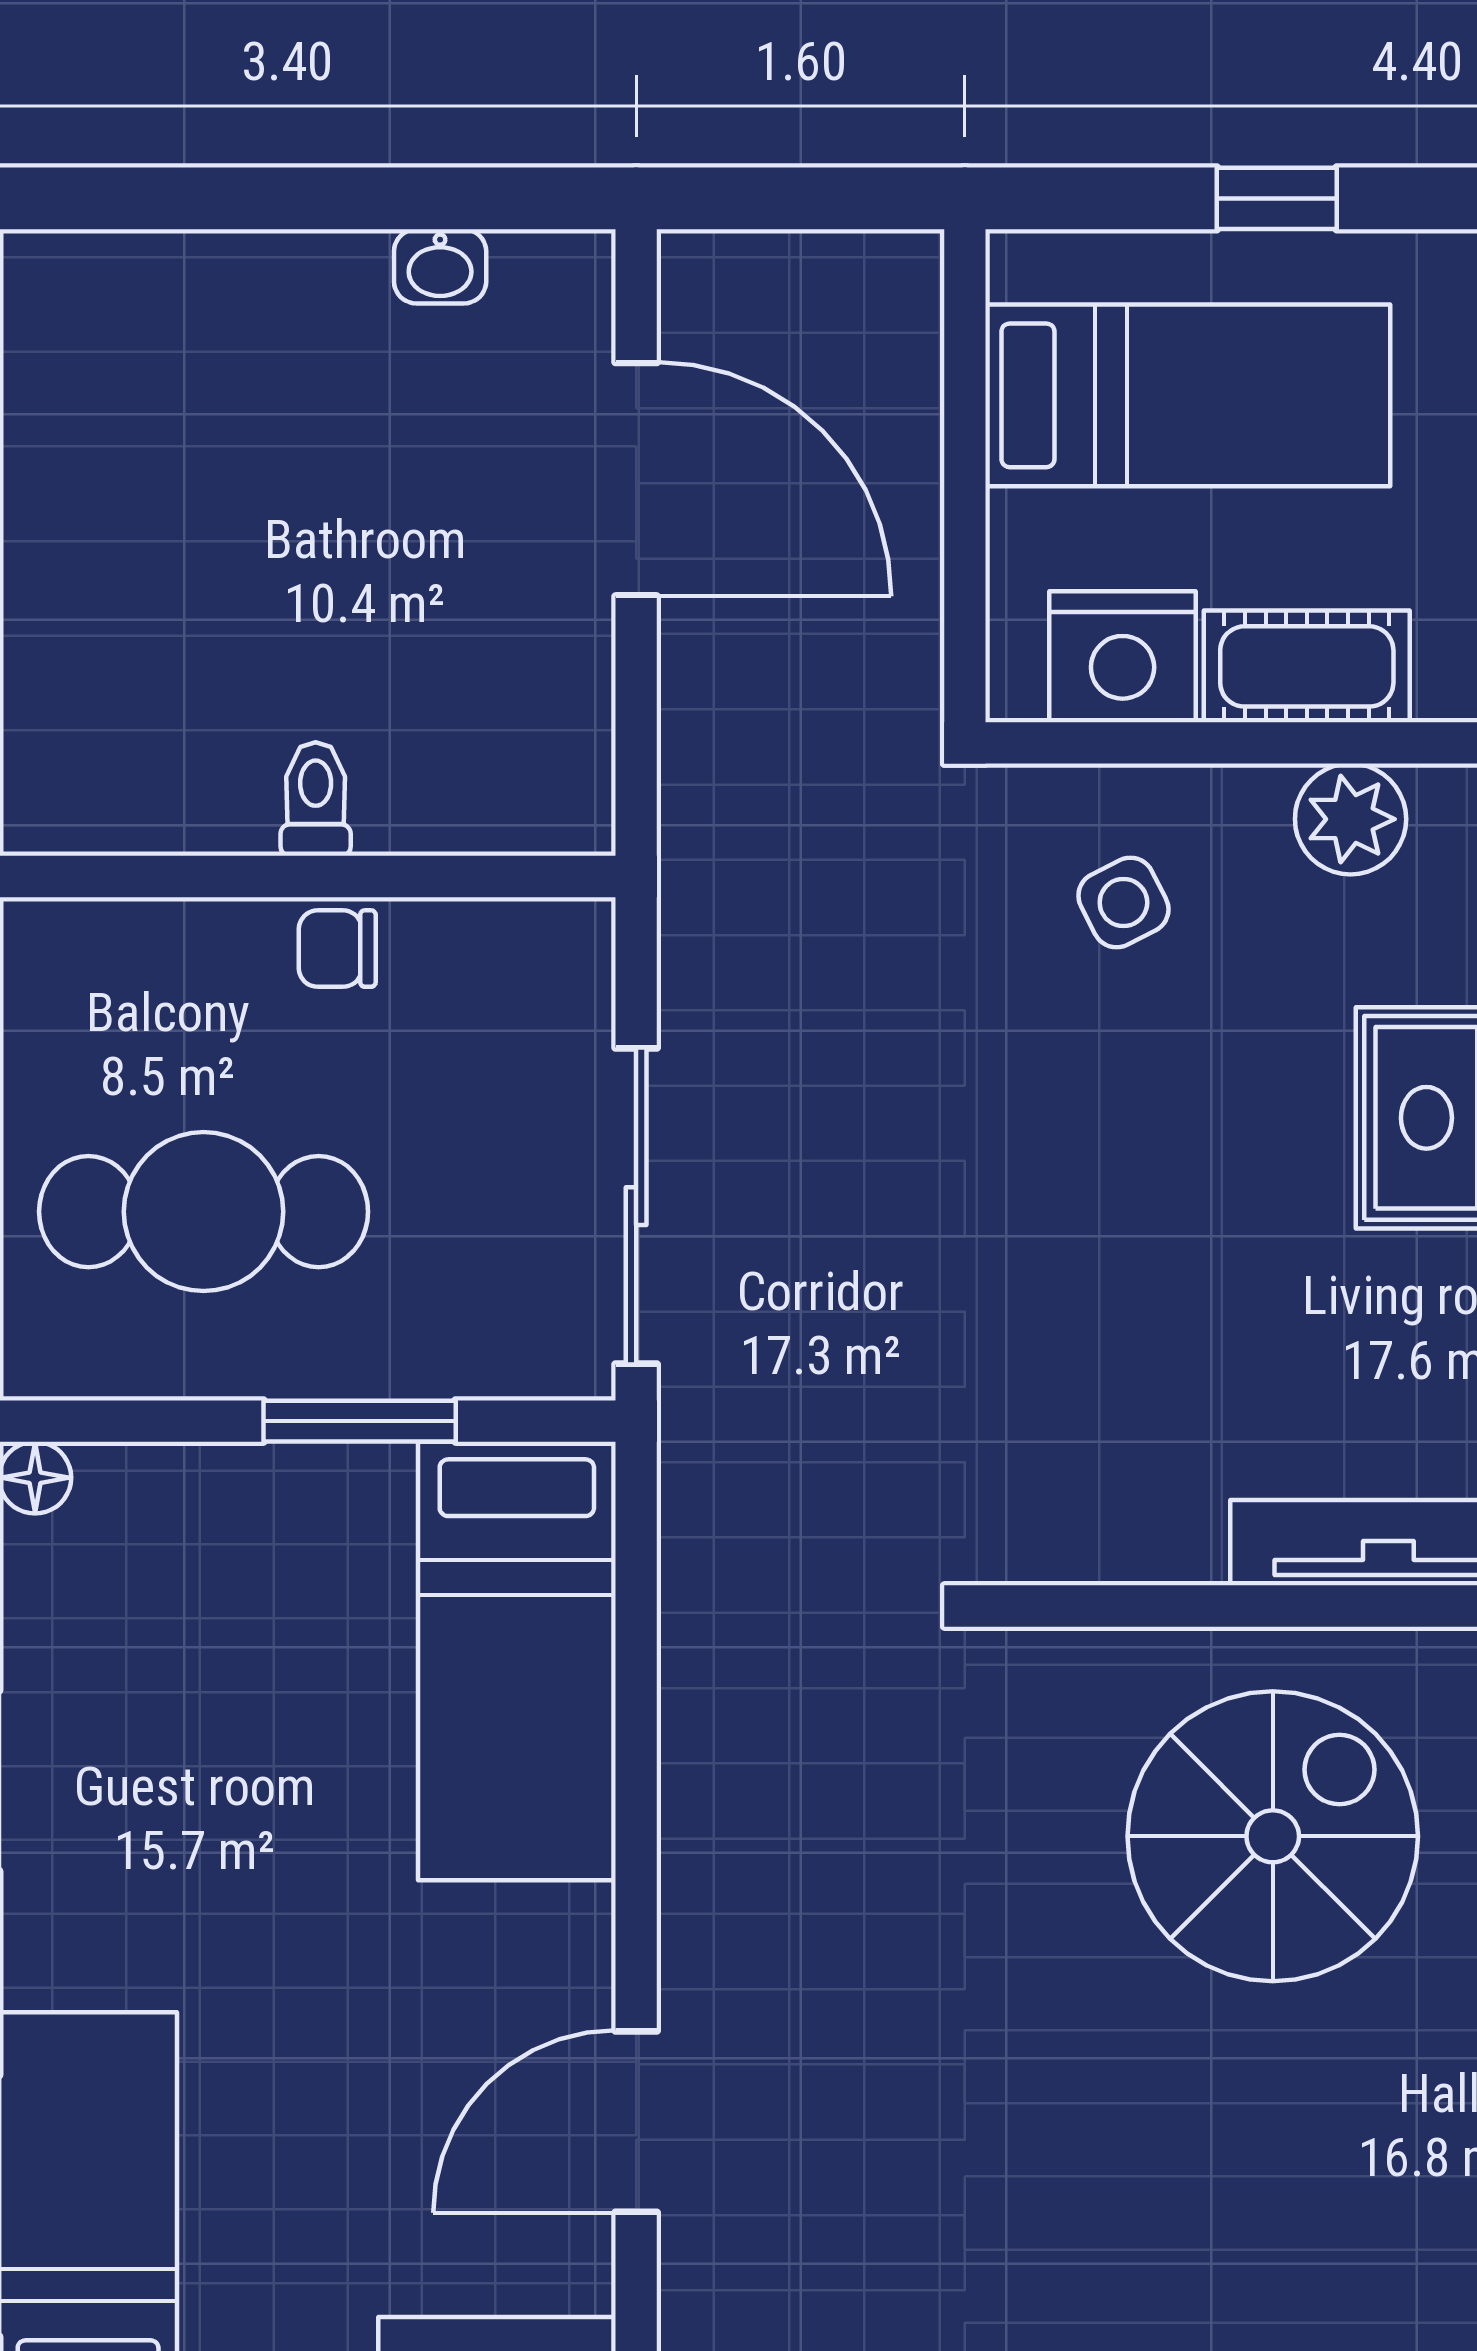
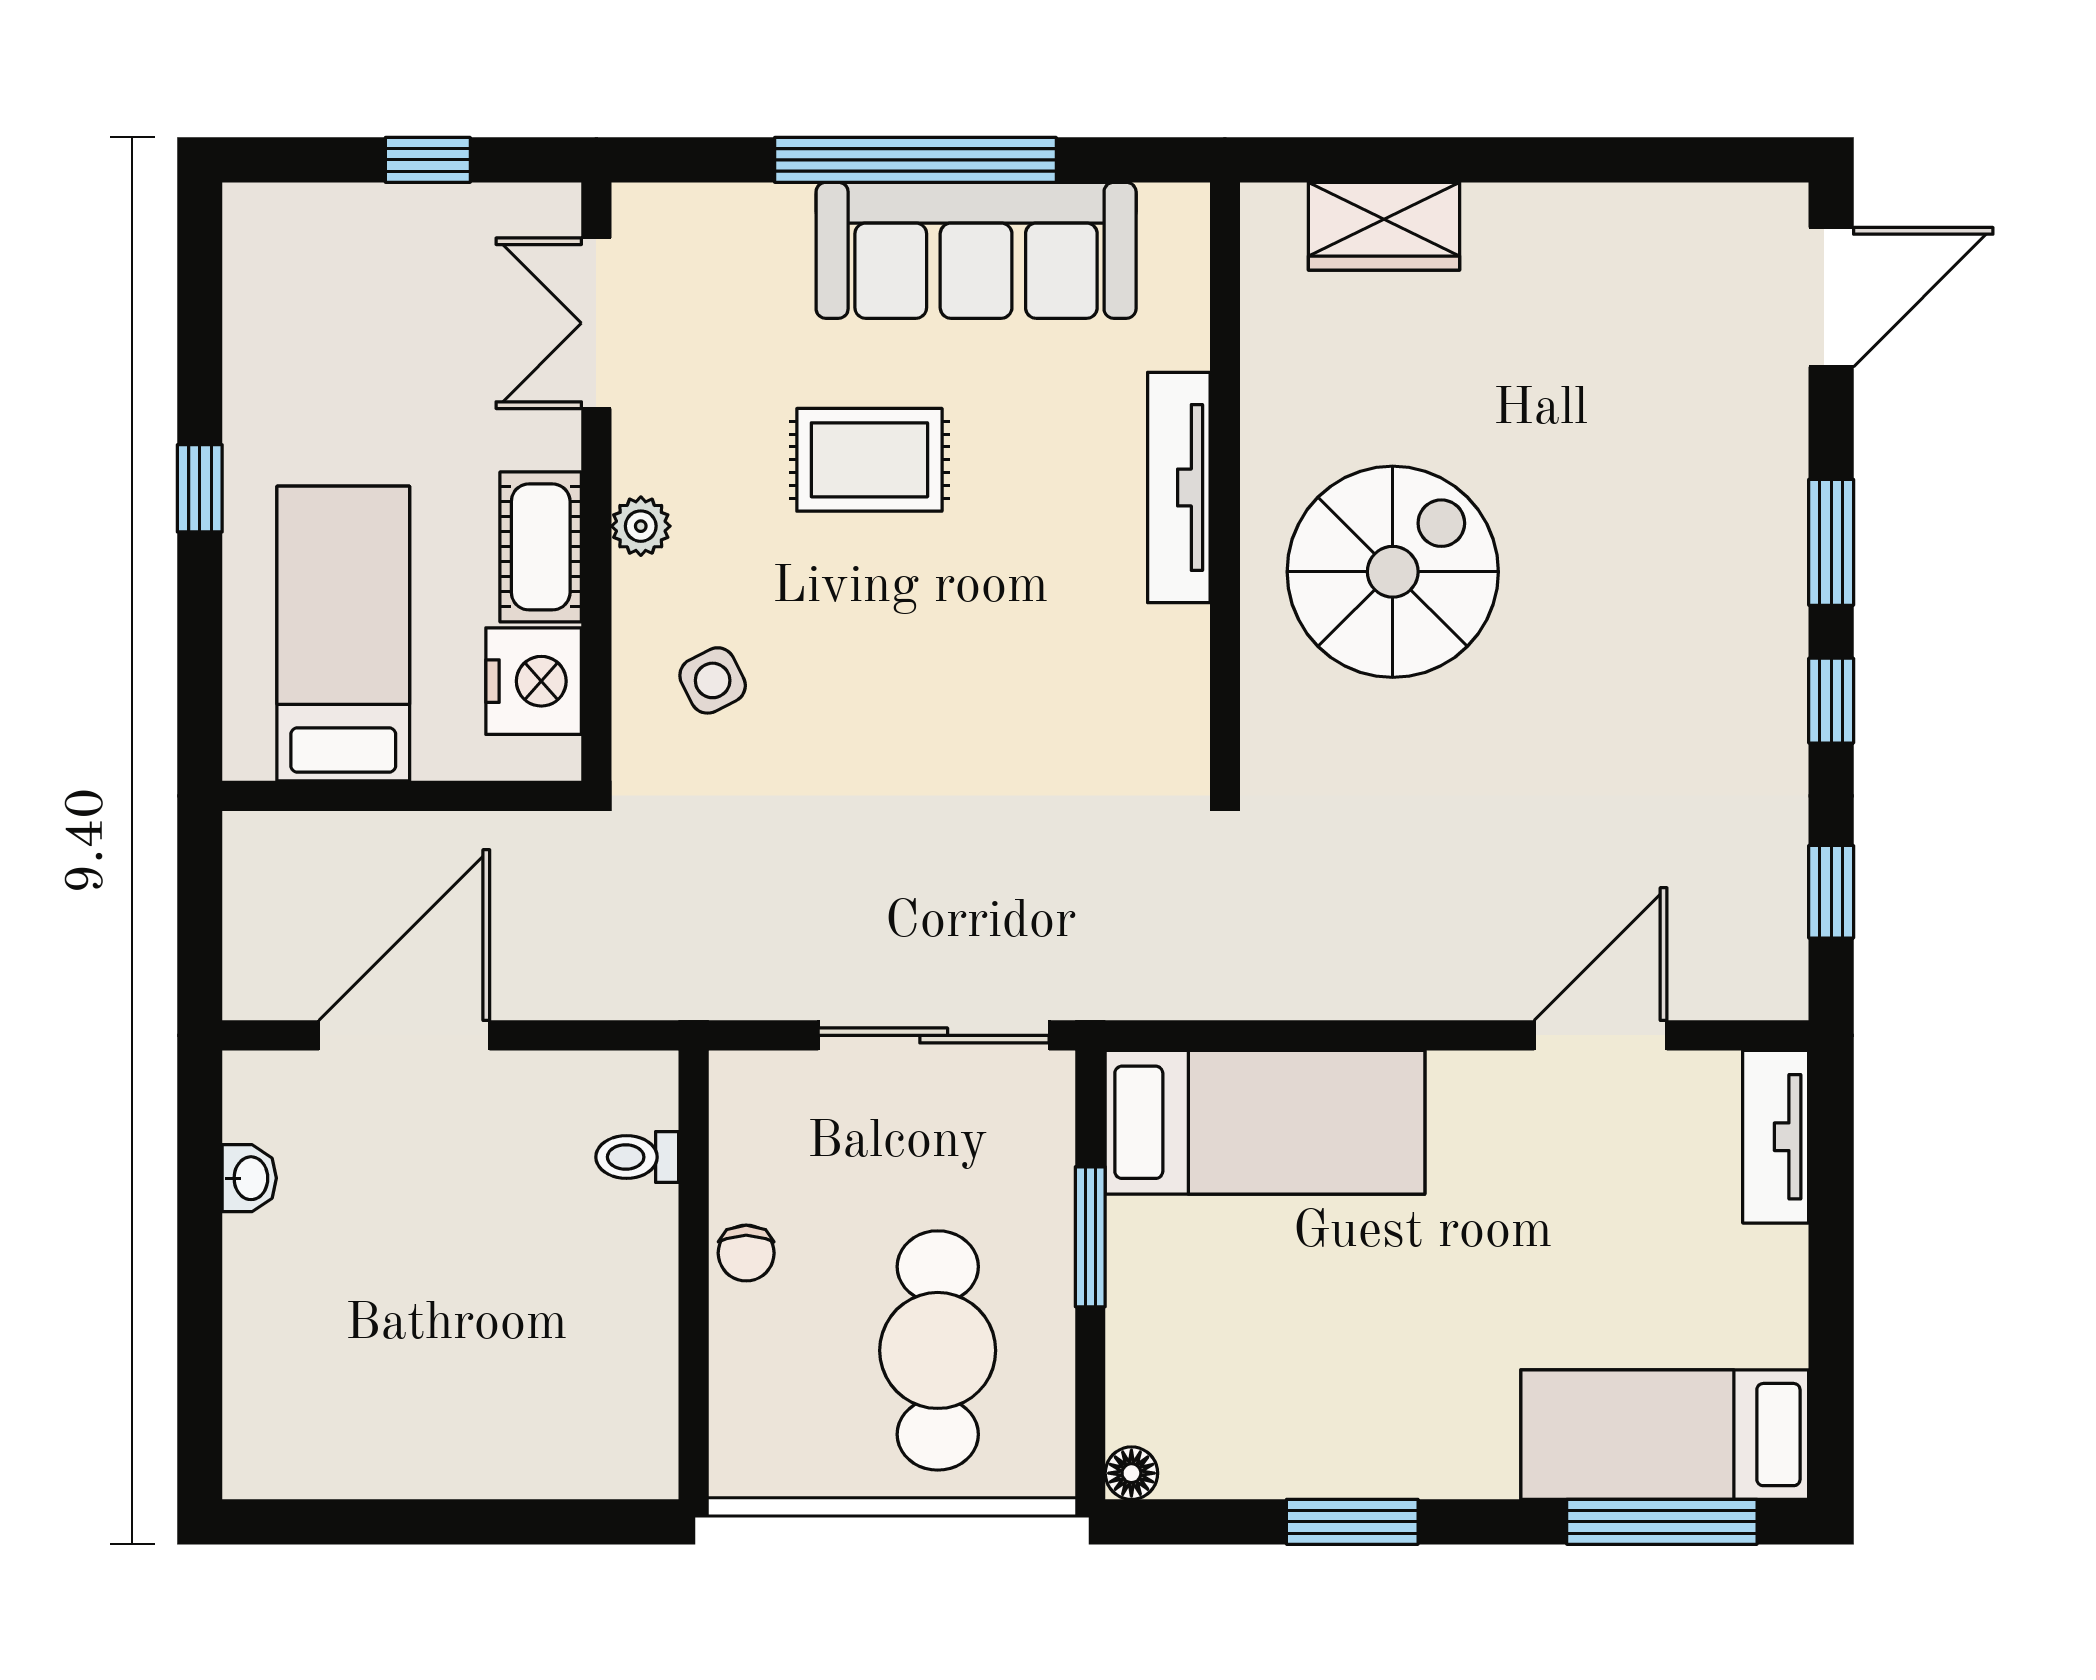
window: (1277, 198) -> (200, 488), moved
toilet: (316, 799) -> (637, 1157), moved
plant: (1351, 819) -> (641, 526), width x0.73, depth x0.73
spiral stairs: (1273, 1836) -> (1393, 572), turned 90
door: (636, 2122) -> (1601, 1035), swing flipped

